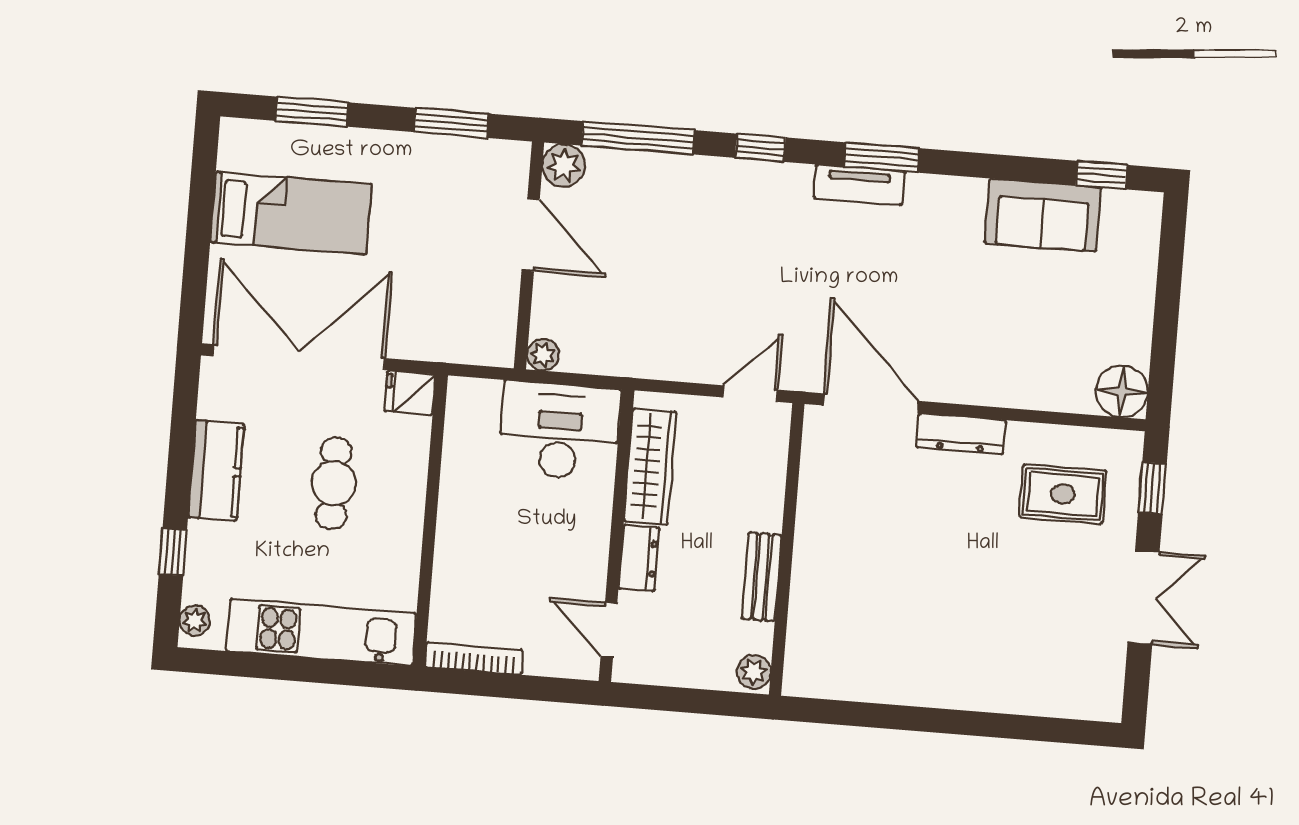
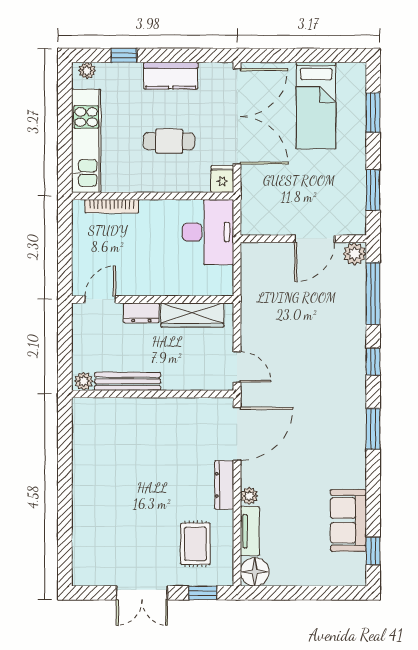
tv unit: (859, 185) -> (250, 531), moved, turned 180
plant: (543, 355) -> (249, 496), moved
desk: (560, 431) -> (208, 232), moved
bench: (762, 577) -> (128, 381), width x1.36
bookcase: (474, 659) -> (112, 206), moved, turned 90

